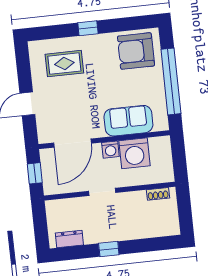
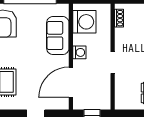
door: (73, 143) -> (71, 82), swing flipped
washing machine: (134, 153) -> (84, 22), moved

